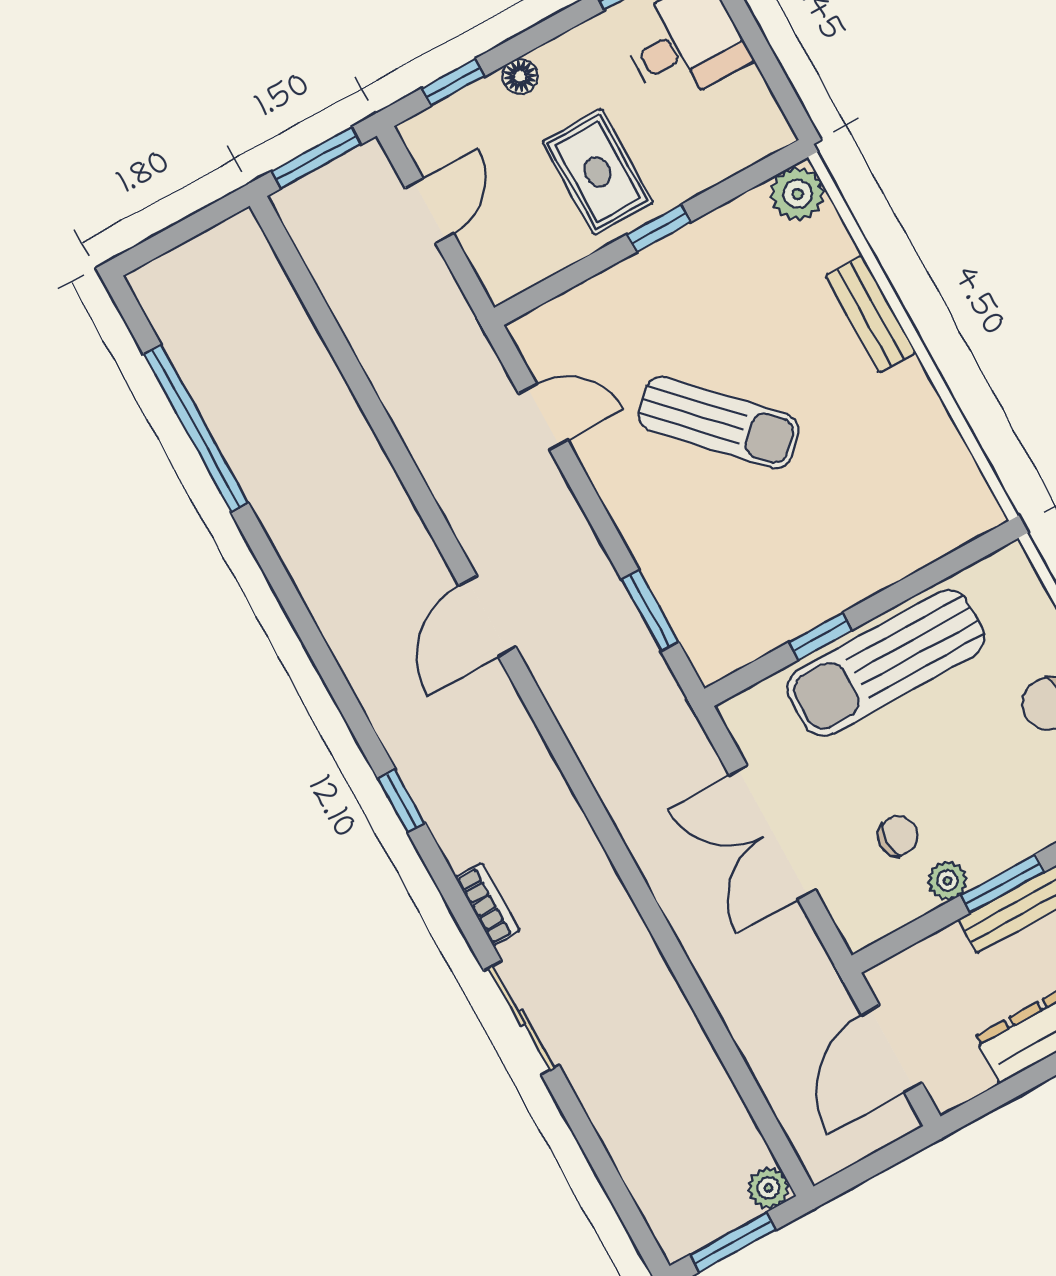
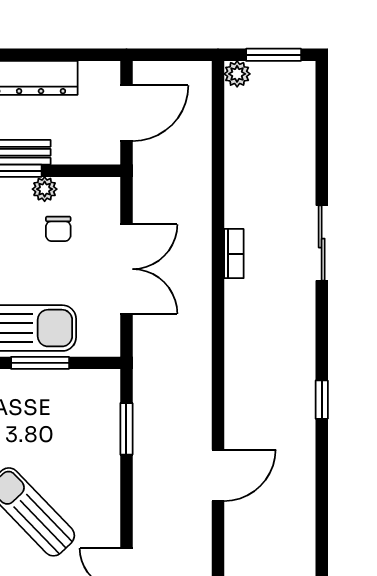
window: (820, 636) -> (40, 363), width x1.50
chair: (898, 836) -> (58, 229), turned -90
bookcase: (487, 904) -> (234, 254), moved, turned 180

